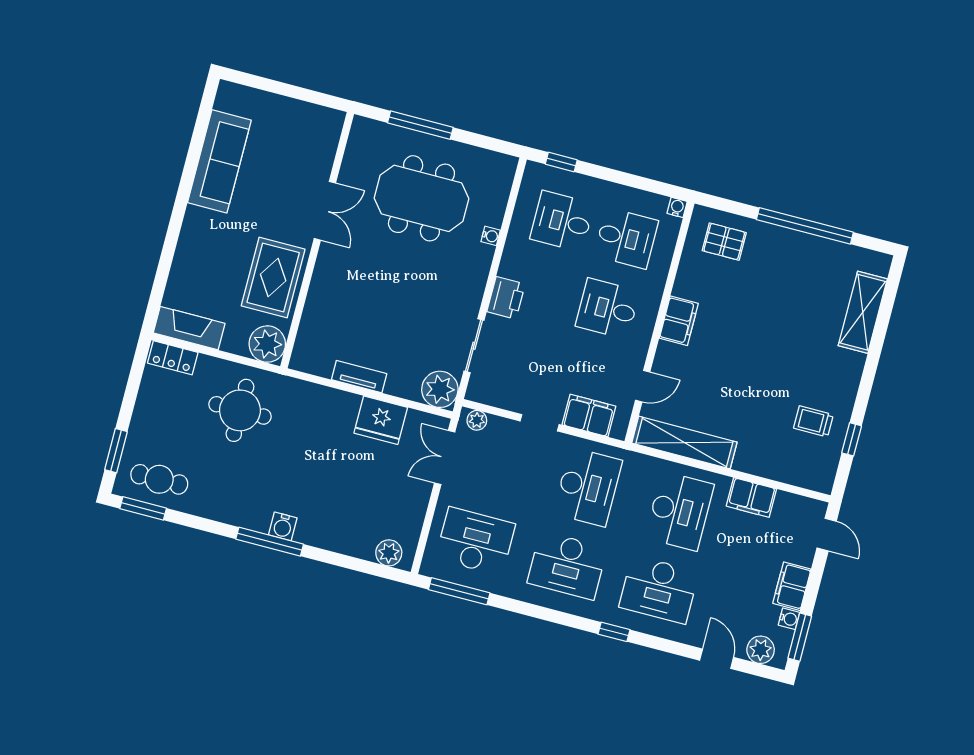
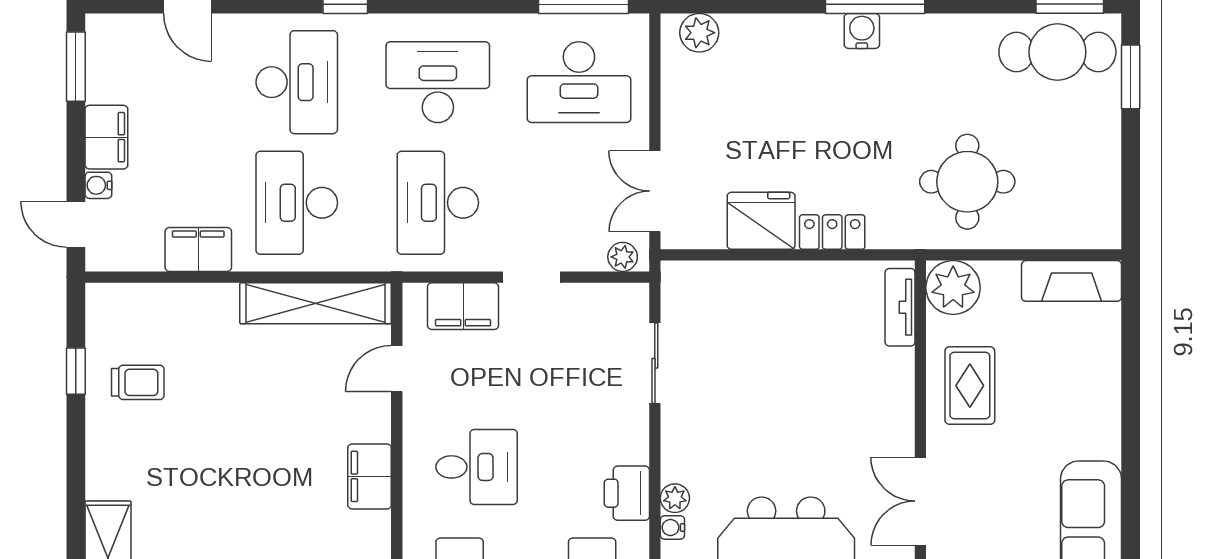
rug: (273, 277) -> (970, 386), width x0.73, depth x0.70
printer: (506, 298) -> (627, 493), moved
locker: (173, 358) -> (832, 232), moved
tv unit: (359, 377) -> (900, 307), moved, turned 90
plant: (440, 389) -> (675, 498), moved, width x0.53, depth x0.53
double door: (445, 457) -> (655, 191), swing flipped
cafe table: (159, 479) -> (1057, 52), width x1.37, depth x1.35
desk: (659, 589) -> (297, 82), turned 90
water cooler: (789, 619) -> (98, 185), moved
plant: (761, 650) -> (128, 34), removed

